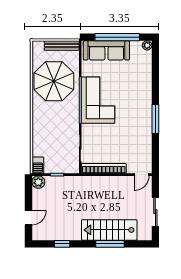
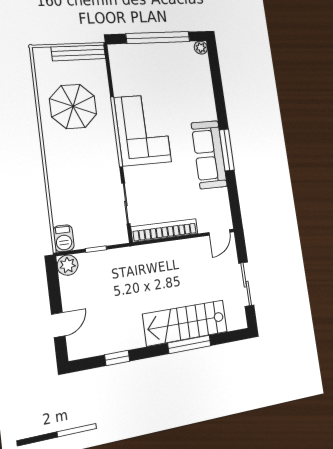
sofa: (106, 50) -> (209, 155), moved, turned 90
parasol: (54, 81) -> (73, 106), width x0.73, depth x0.73

